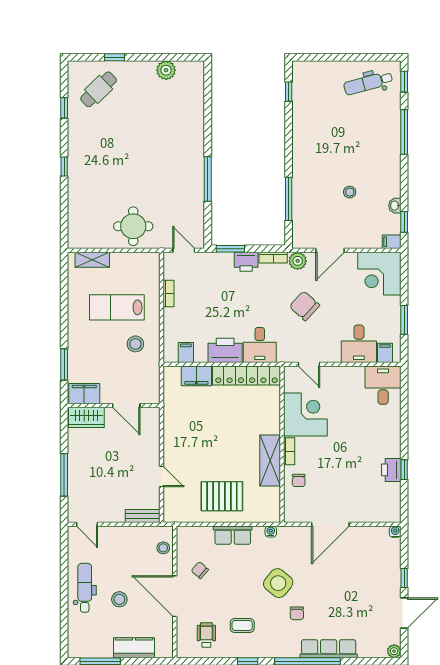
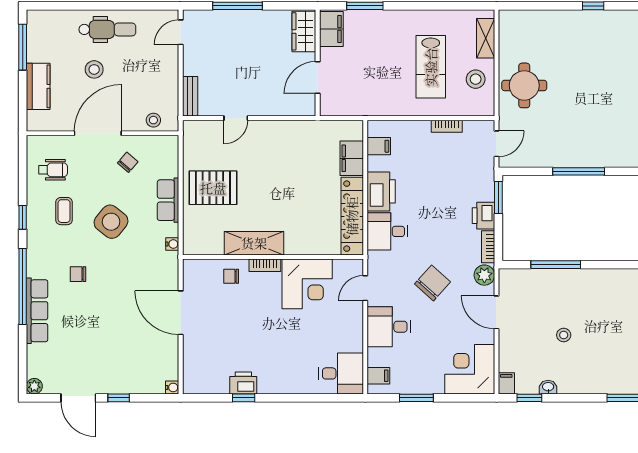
lab bench: (117, 307) -> (431, 67), turned 180
stool: (135, 344) -> (476, 79), moved
desk: (359, 344) -> (389, 327), moved
pallet: (222, 496) -> (213, 188), turned 90
side table: (278, 583) -> (111, 222), moved

